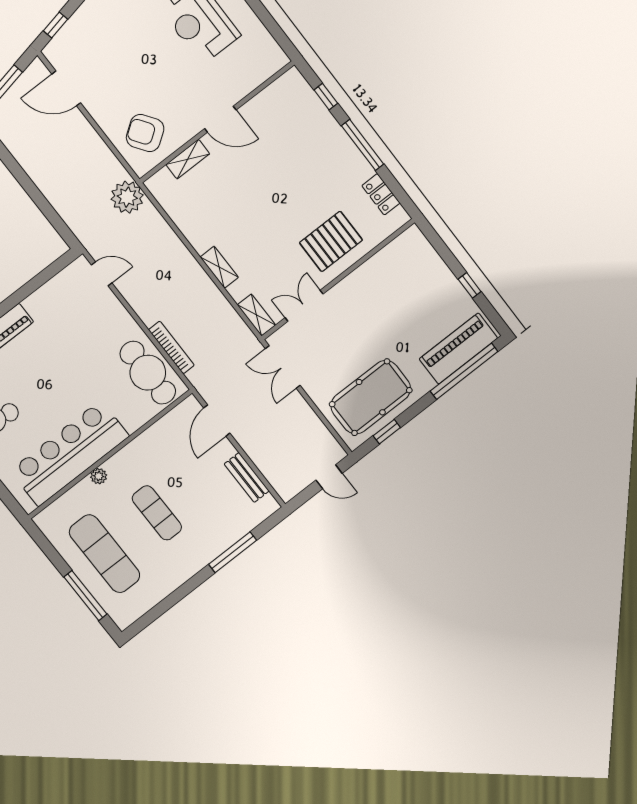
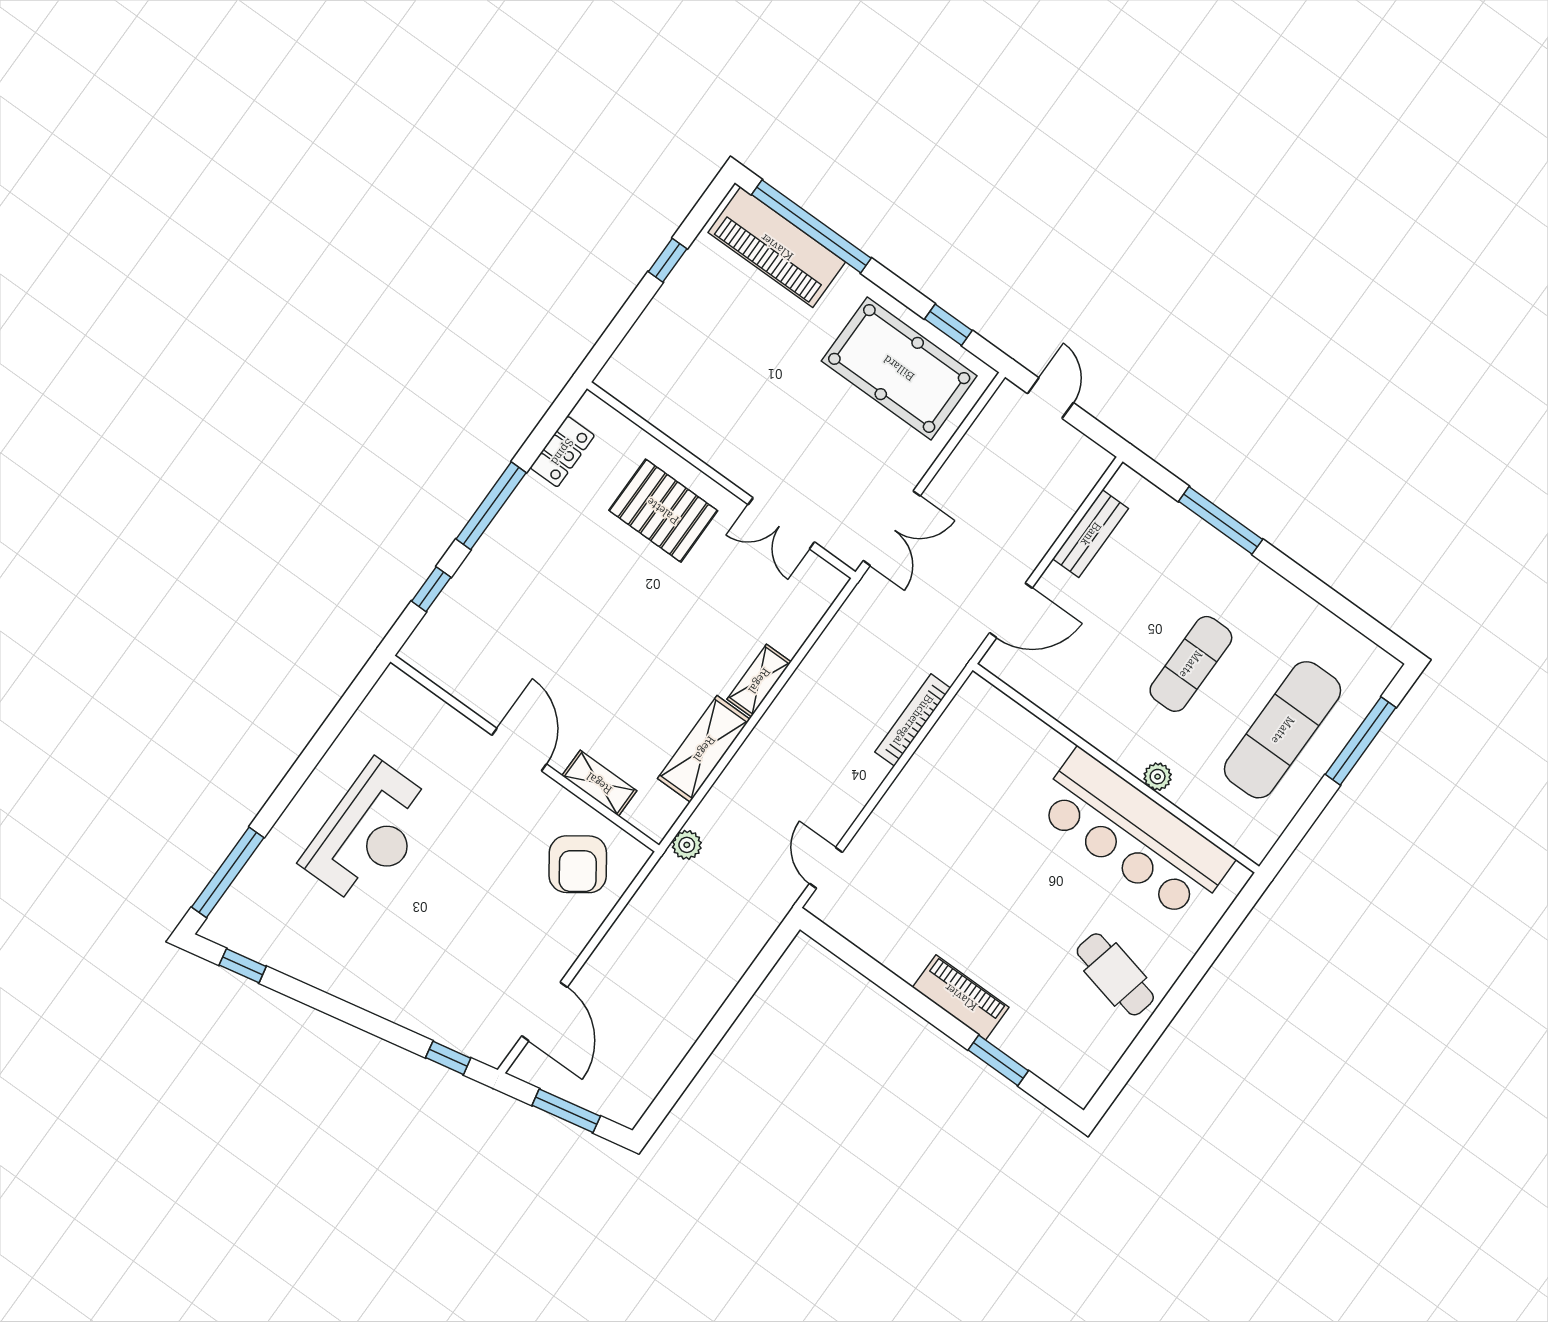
plant: (127, 197) -> (687, 845), width x0.53, depth x0.53
shelving: (256, 315) -> (704, 749), moved, width x1.50, depth x1.33
cafe table: (148, 373) -> (965, 746), removed

